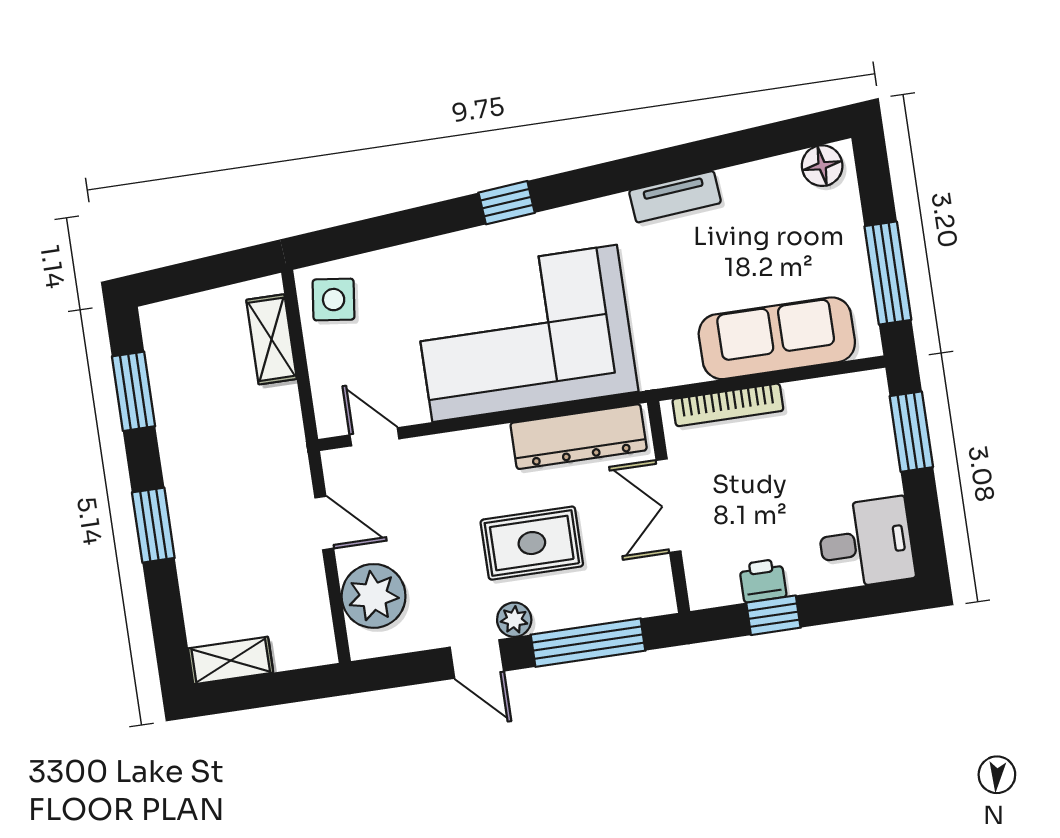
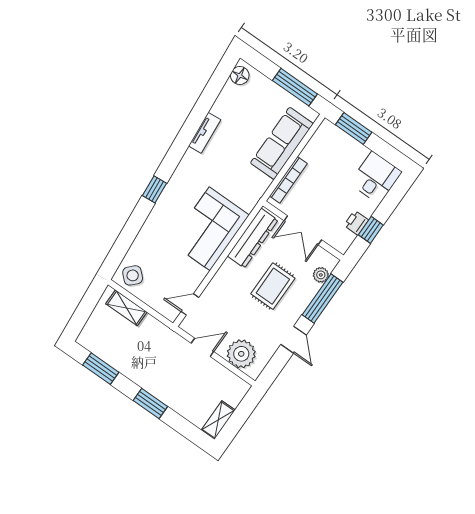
side table: (334, 300) -> (133, 275), turned 37
corner sofa: (525, 333) -> (210, 229), width x0.73, depth x0.74
plant: (514, 620) -> (321, 275), moved
door: (477, 659) -> (294, 340), hinge flipped

